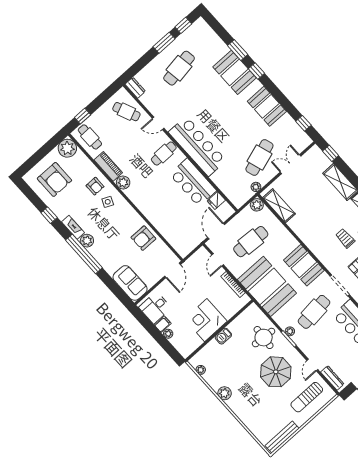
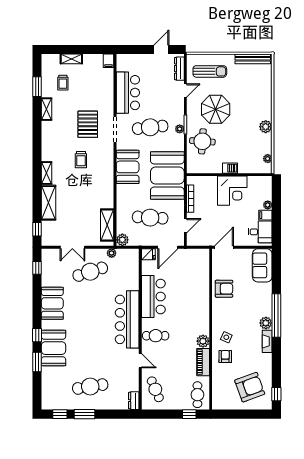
plant: (67, 148) -> (221, 401), removed
armchair: (54, 179) -> (250, 387), turned 70
fridge: (216, 200) -> (148, 254), moved
window: (49, 215) -> (276, 394), moved

